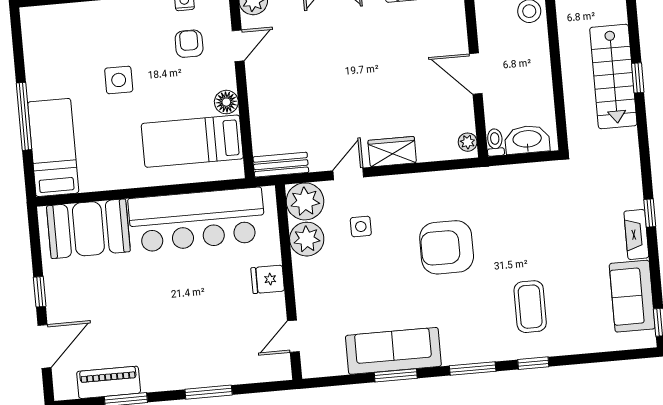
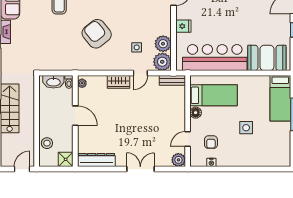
armchair: (447, 247) -> (97, 34), turned -129

